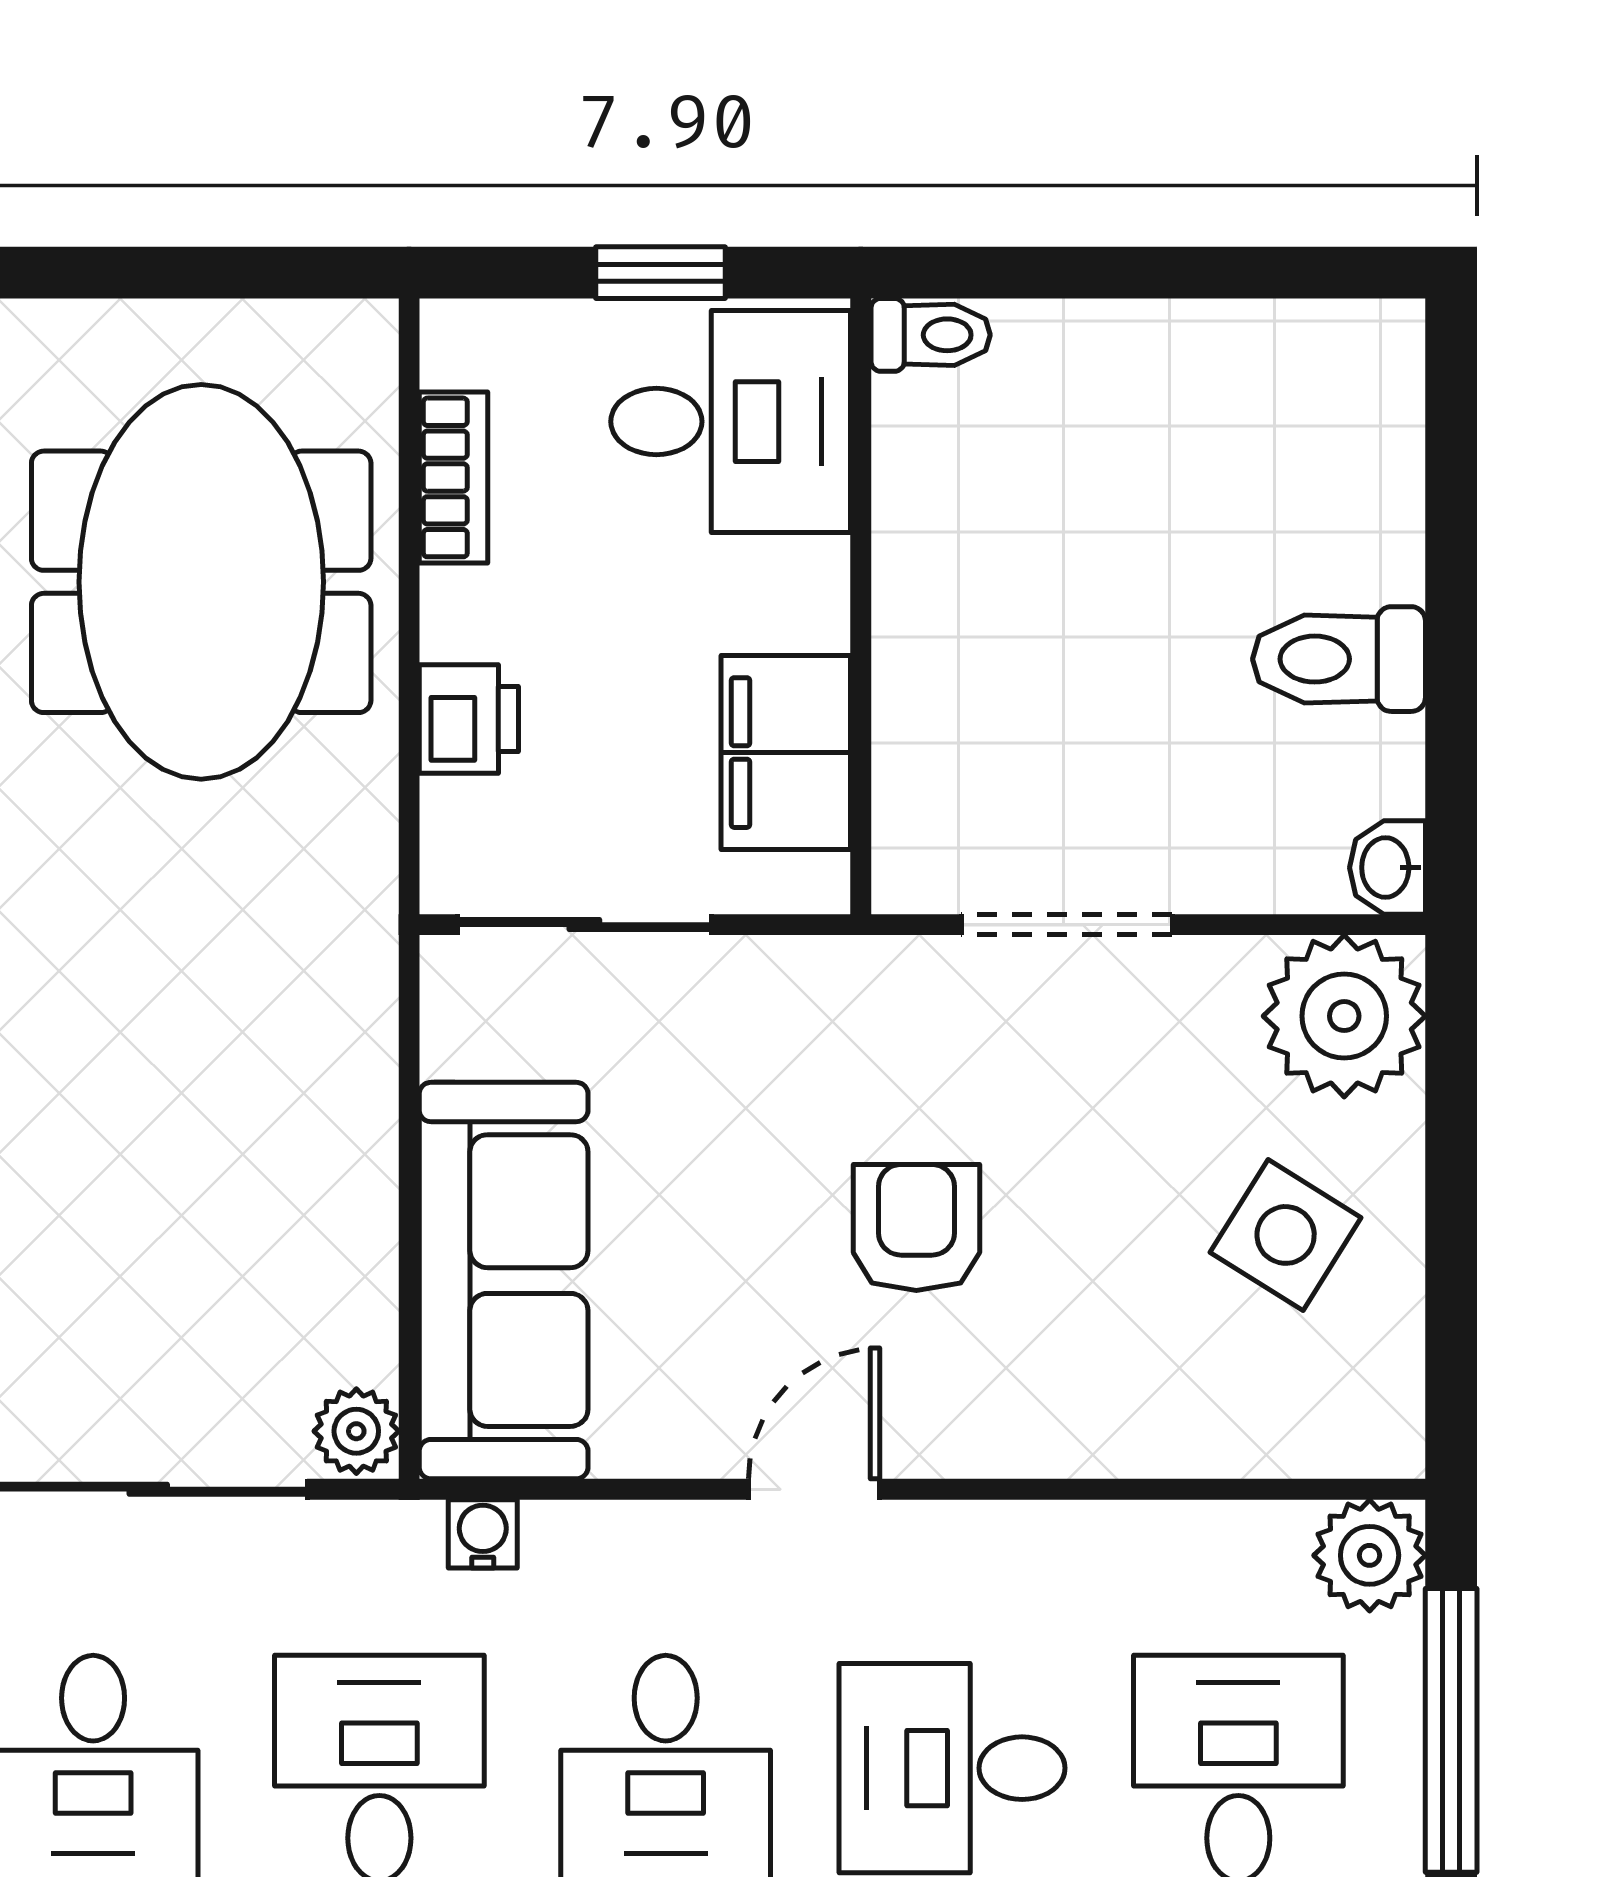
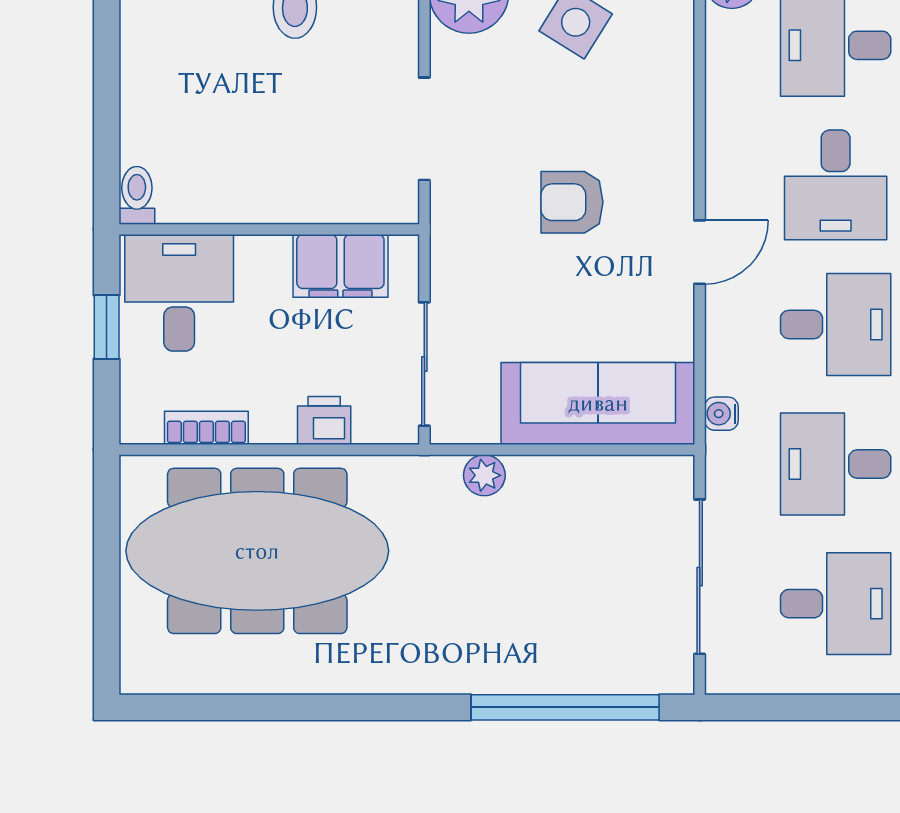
meeting table: (201, 582) -> (257, 551), width x1.36
plant: (356, 1431) -> (484, 475), moved
door: (814, 1489) -> (700, 252), swing flipped

